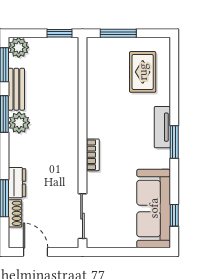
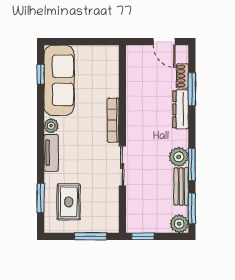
window: (174, 142) -> (41, 198), moved
bookcase: (93, 155) -> (113, 120), width x1.56
plant: (162, 157) -> (51, 126), added
dresser: (17, 183) -> (181, 109), width x1.44
sliding door: (82, 216) -> (122, 166), moved

